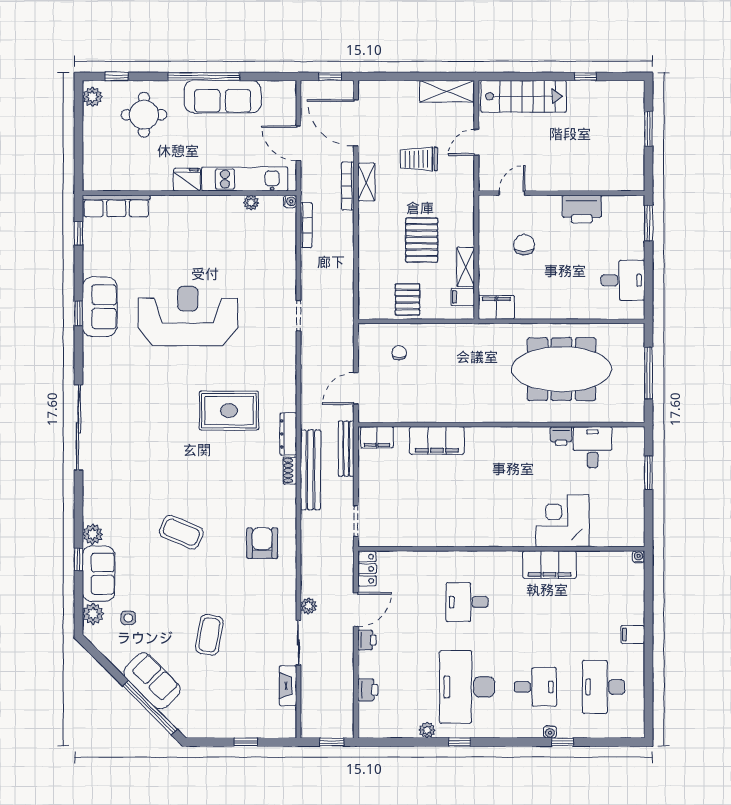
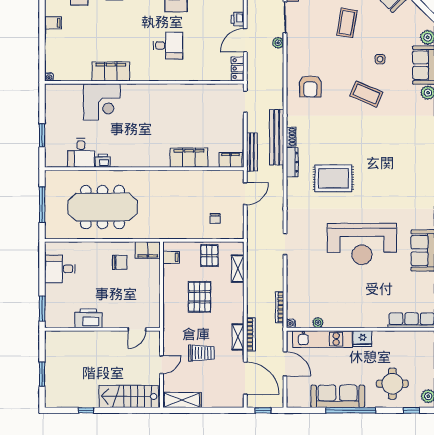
chair: (524, 245) -> (120, 262), moved, turned -90
shelving: (466, 267) -> (238, 269), moved
side table: (128, 618) -> (380, 59), moved

